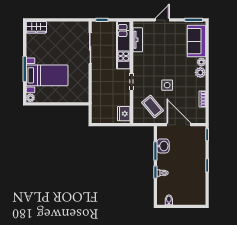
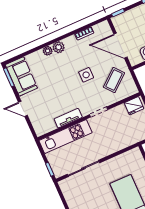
tv unit: (138, 40) -> (68, 118), moved
sofa: (196, 41) -> (21, 76), moved, turned -90
door: (179, 125) -> (120, 46), hinge flipped

